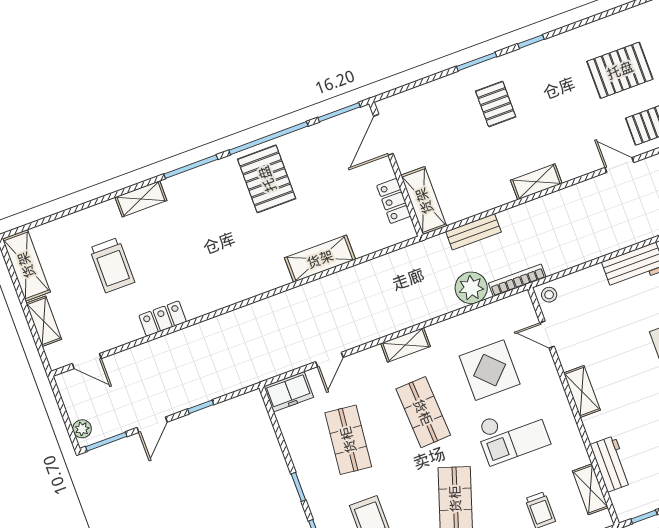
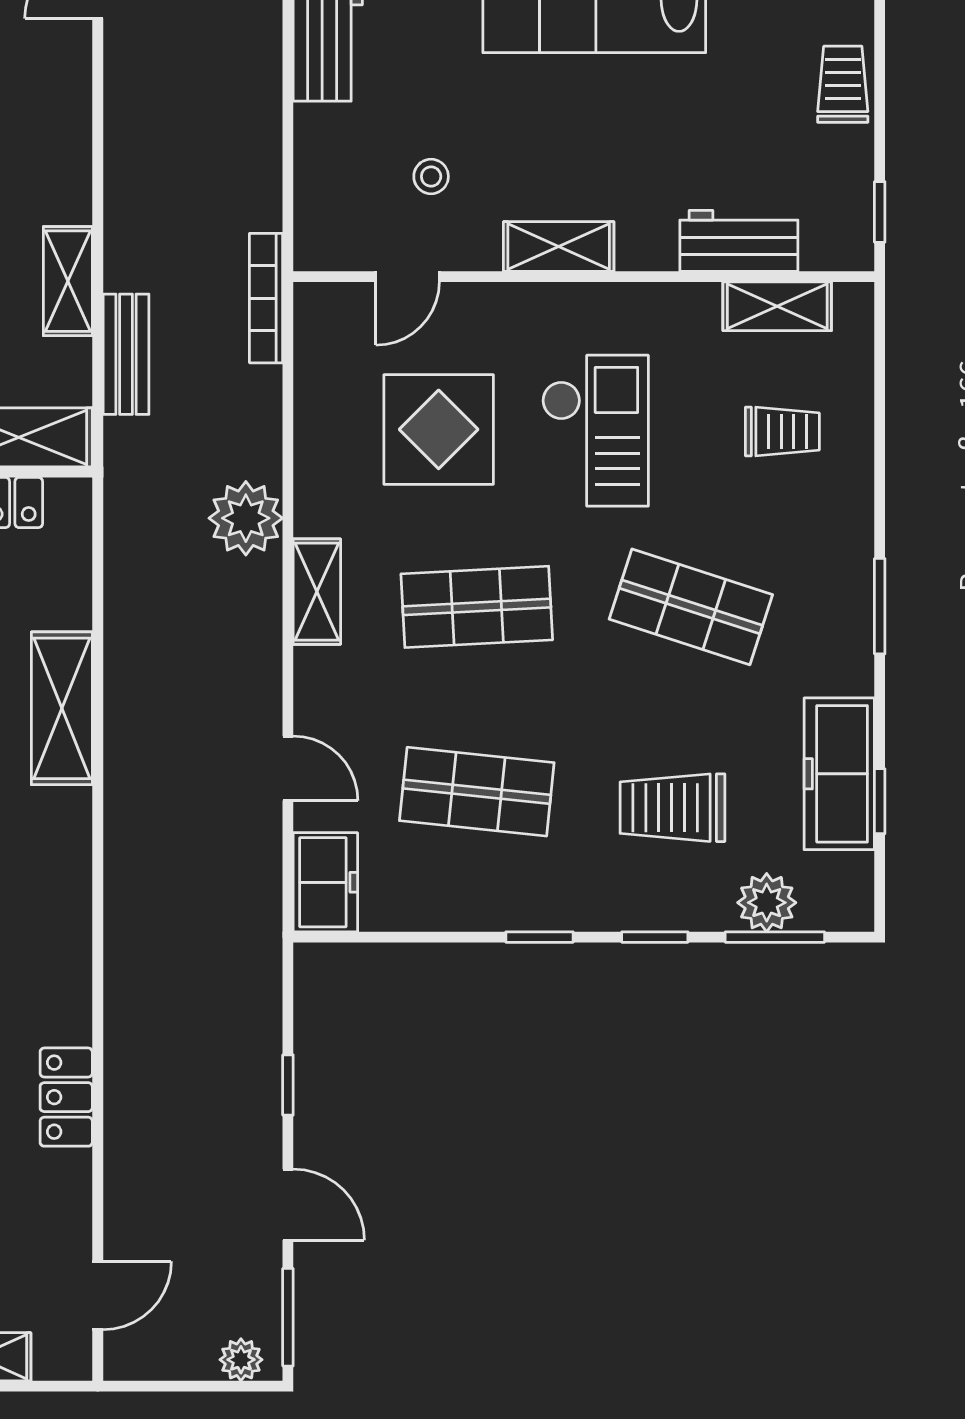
shelving: (536, 182) -> (68, 281), moved
plant: (471, 288) -> (246, 518), moved
stool: (549, 295) -> (431, 176), moved

